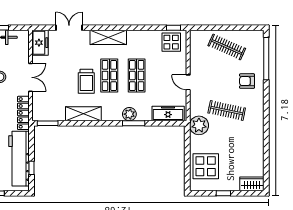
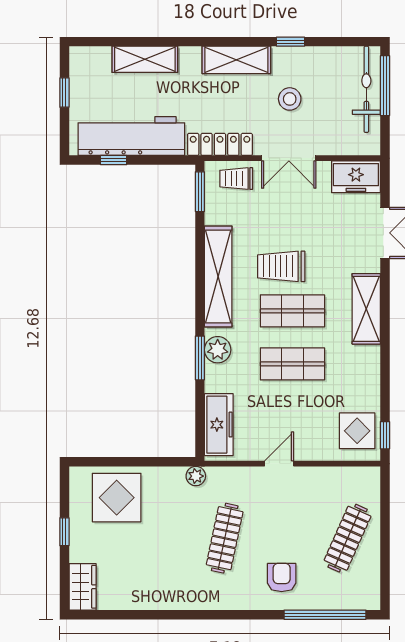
trolley: (41, 105) -> (236, 179), added
shelving: (83, 114) -> (218, 277), width x1.47
plant: (199, 125) -> (196, 476), width x0.53, depth x0.53

